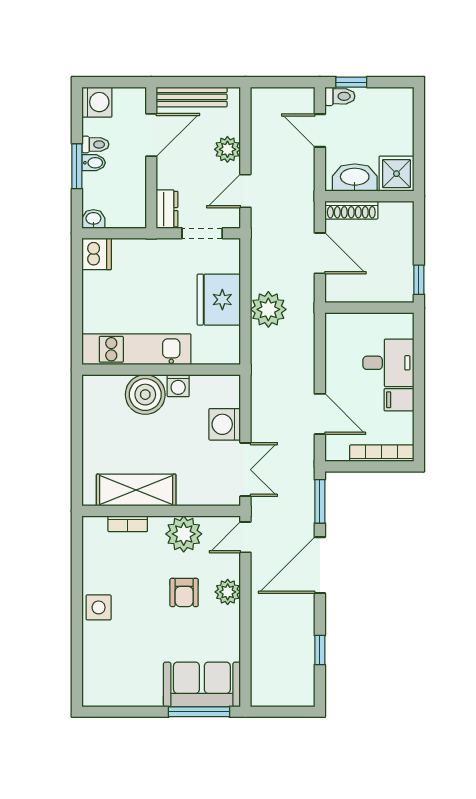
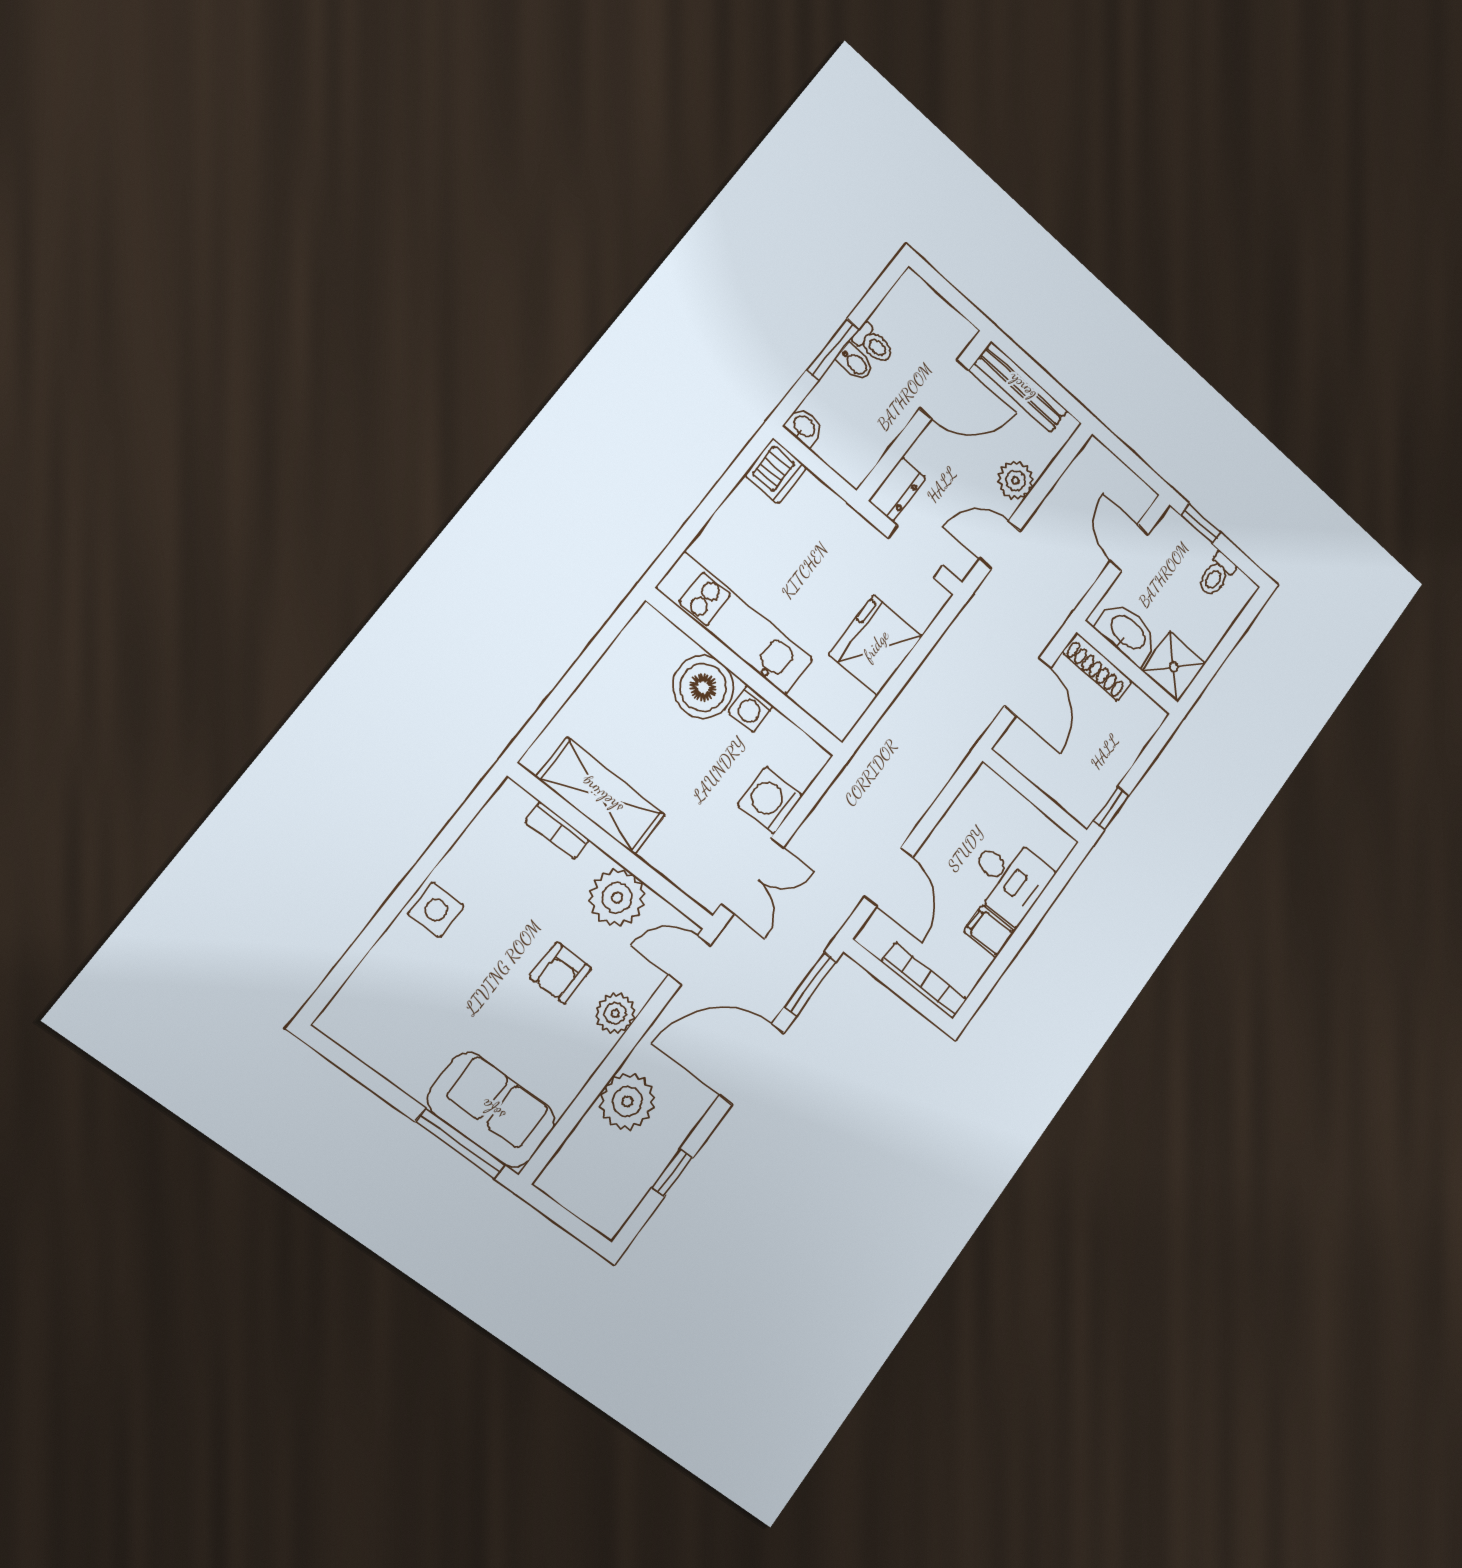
toilet: (340, 96) -> (1217, 575), moved, turned 90
washing machine: (97, 102) -> (912, 298), removed
plant: (268, 309) -> (627, 1101), moved

